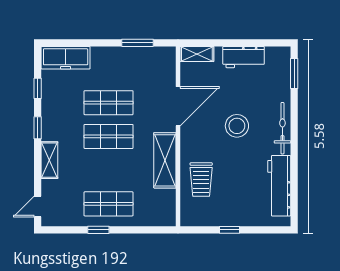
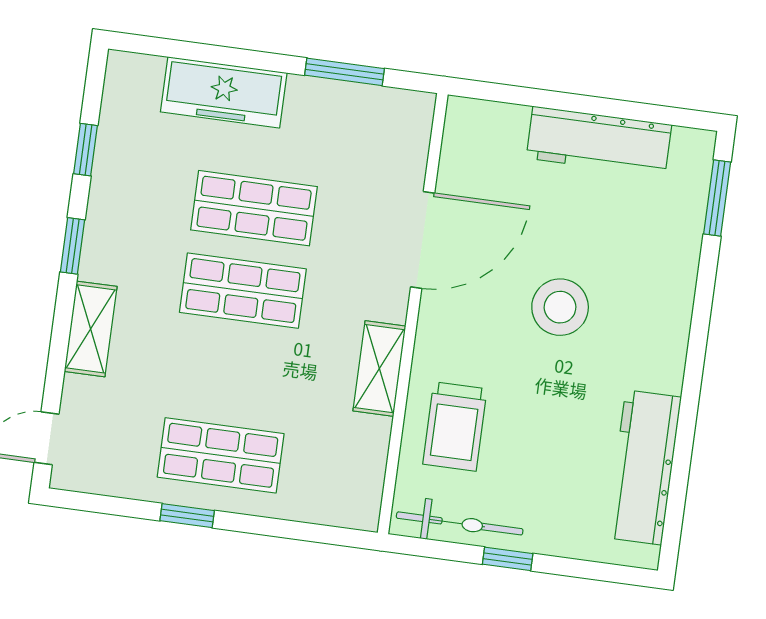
shelving: (197, 54) -> (486, 118), removed
workbench: (244, 57) -> (599, 141), width x1.38
freezer: (66, 58) -> (224, 92), moved
bicycle: (282, 128) -> (460, 523), moved, turned 90
shelving: (165, 160) -> (379, 369), width x0.67, depth x0.75

